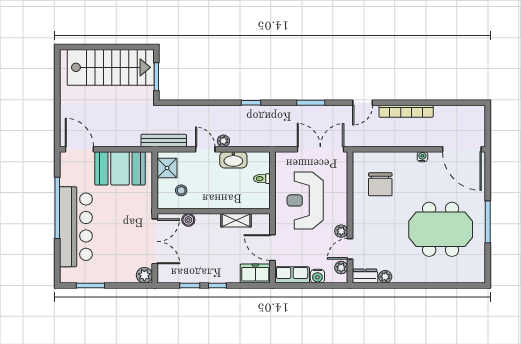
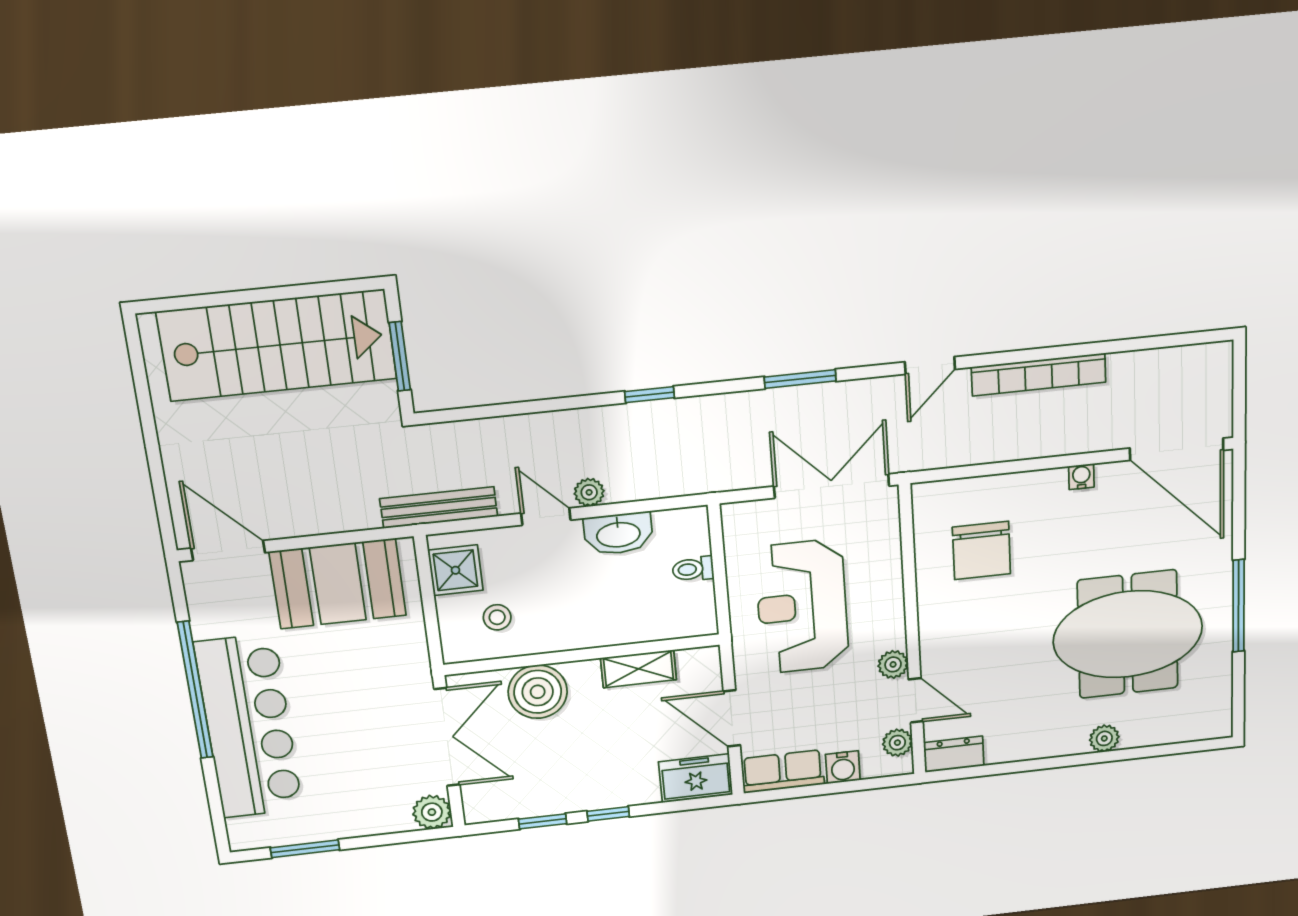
boiler: (188, 220) -> (538, 692), width x1.86, depth x1.86
door: (350, 249) -> (916, 700), swing flipped
plant: (385, 277) -> (1104, 738), moved

